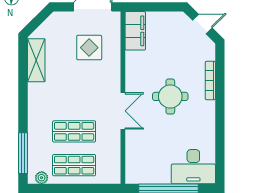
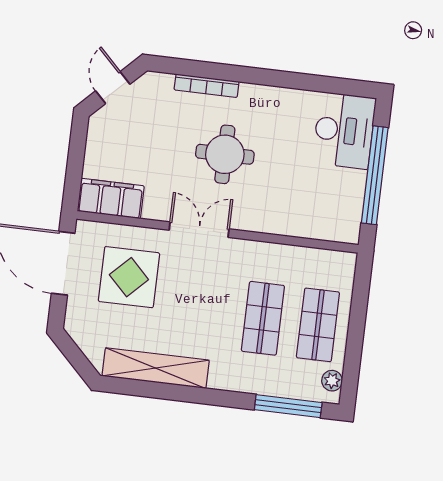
display table: (89, 48) -> (129, 277), width x1.36, depth x1.36
shelving: (36, 60) -> (156, 368), width x1.47
double door: (123, 111) -> (199, 230), moved

